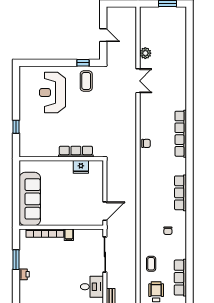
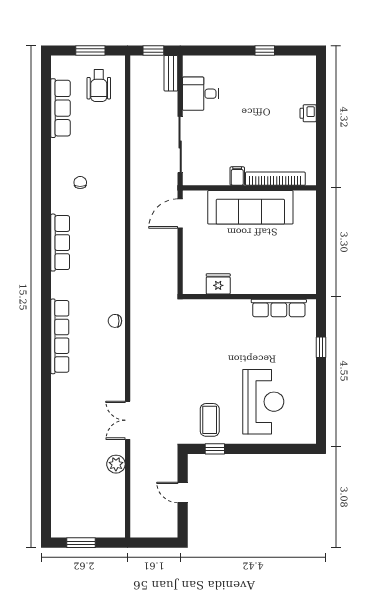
row of seats: (76, 152) -> (279, 308), moved
sofa: (30, 199) -> (250, 207), moved, turned -90
window: (16, 260) -> (321, 137), removed
coffee table: (151, 264) -> (107, 130), removed

